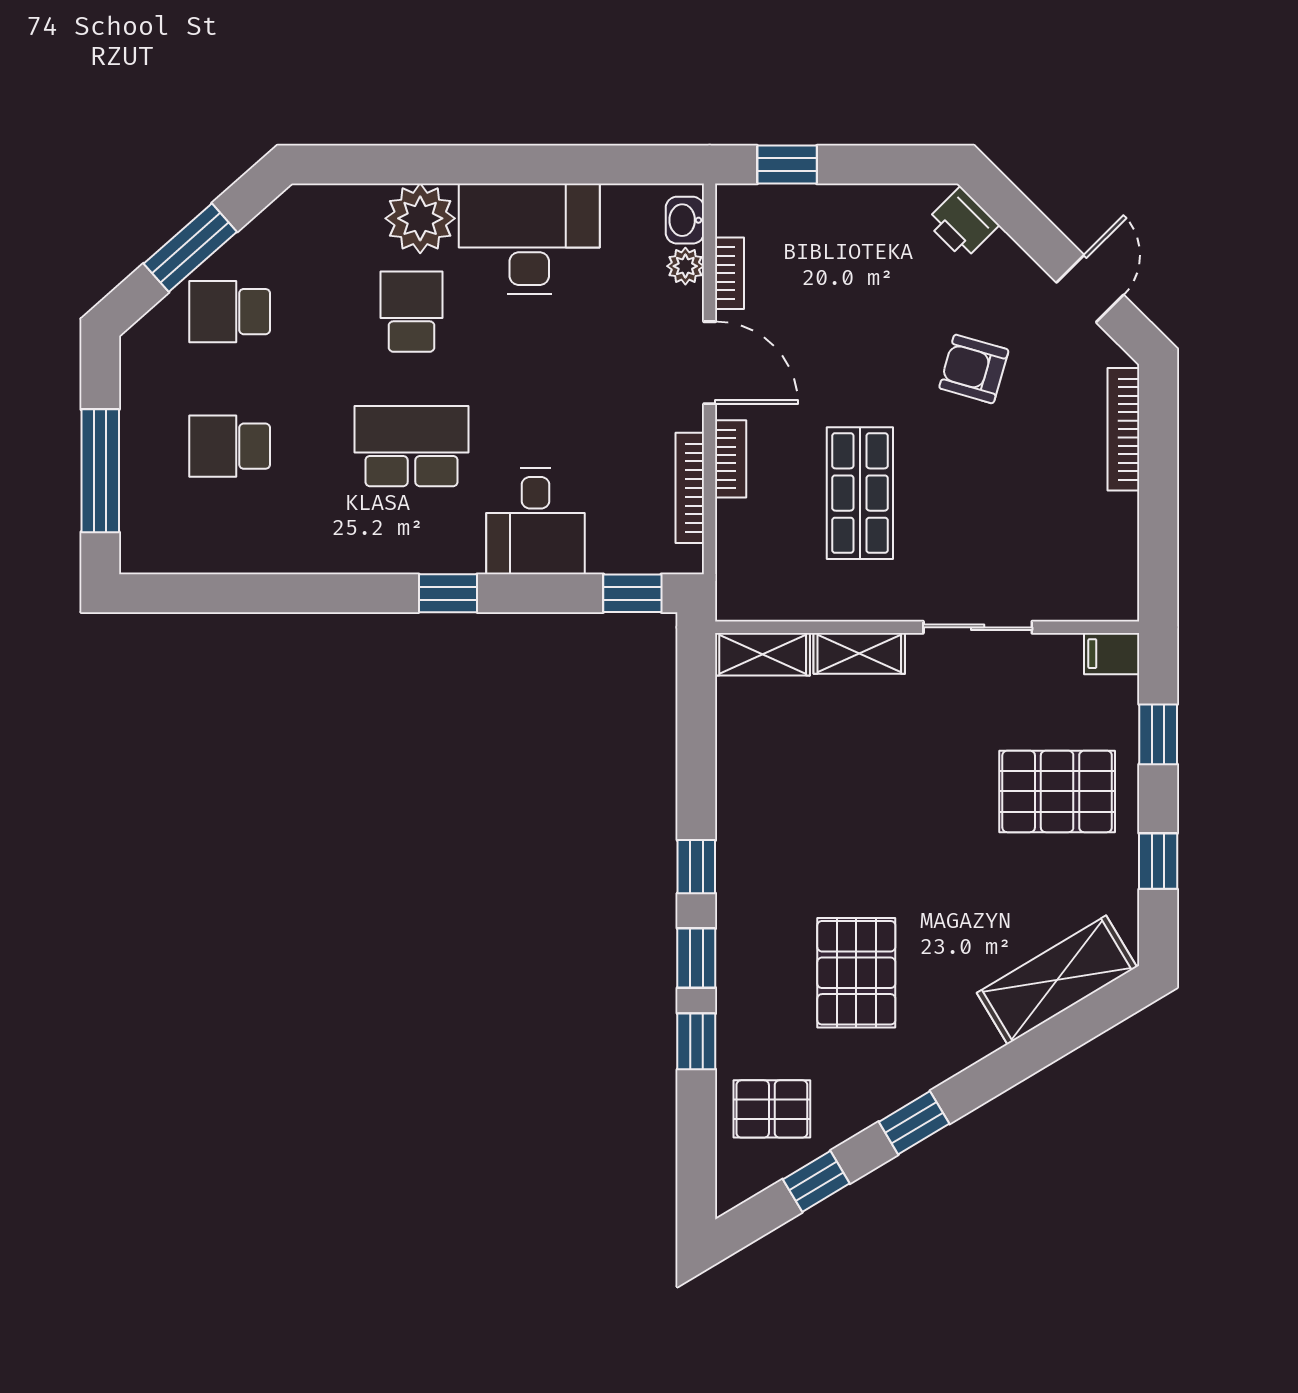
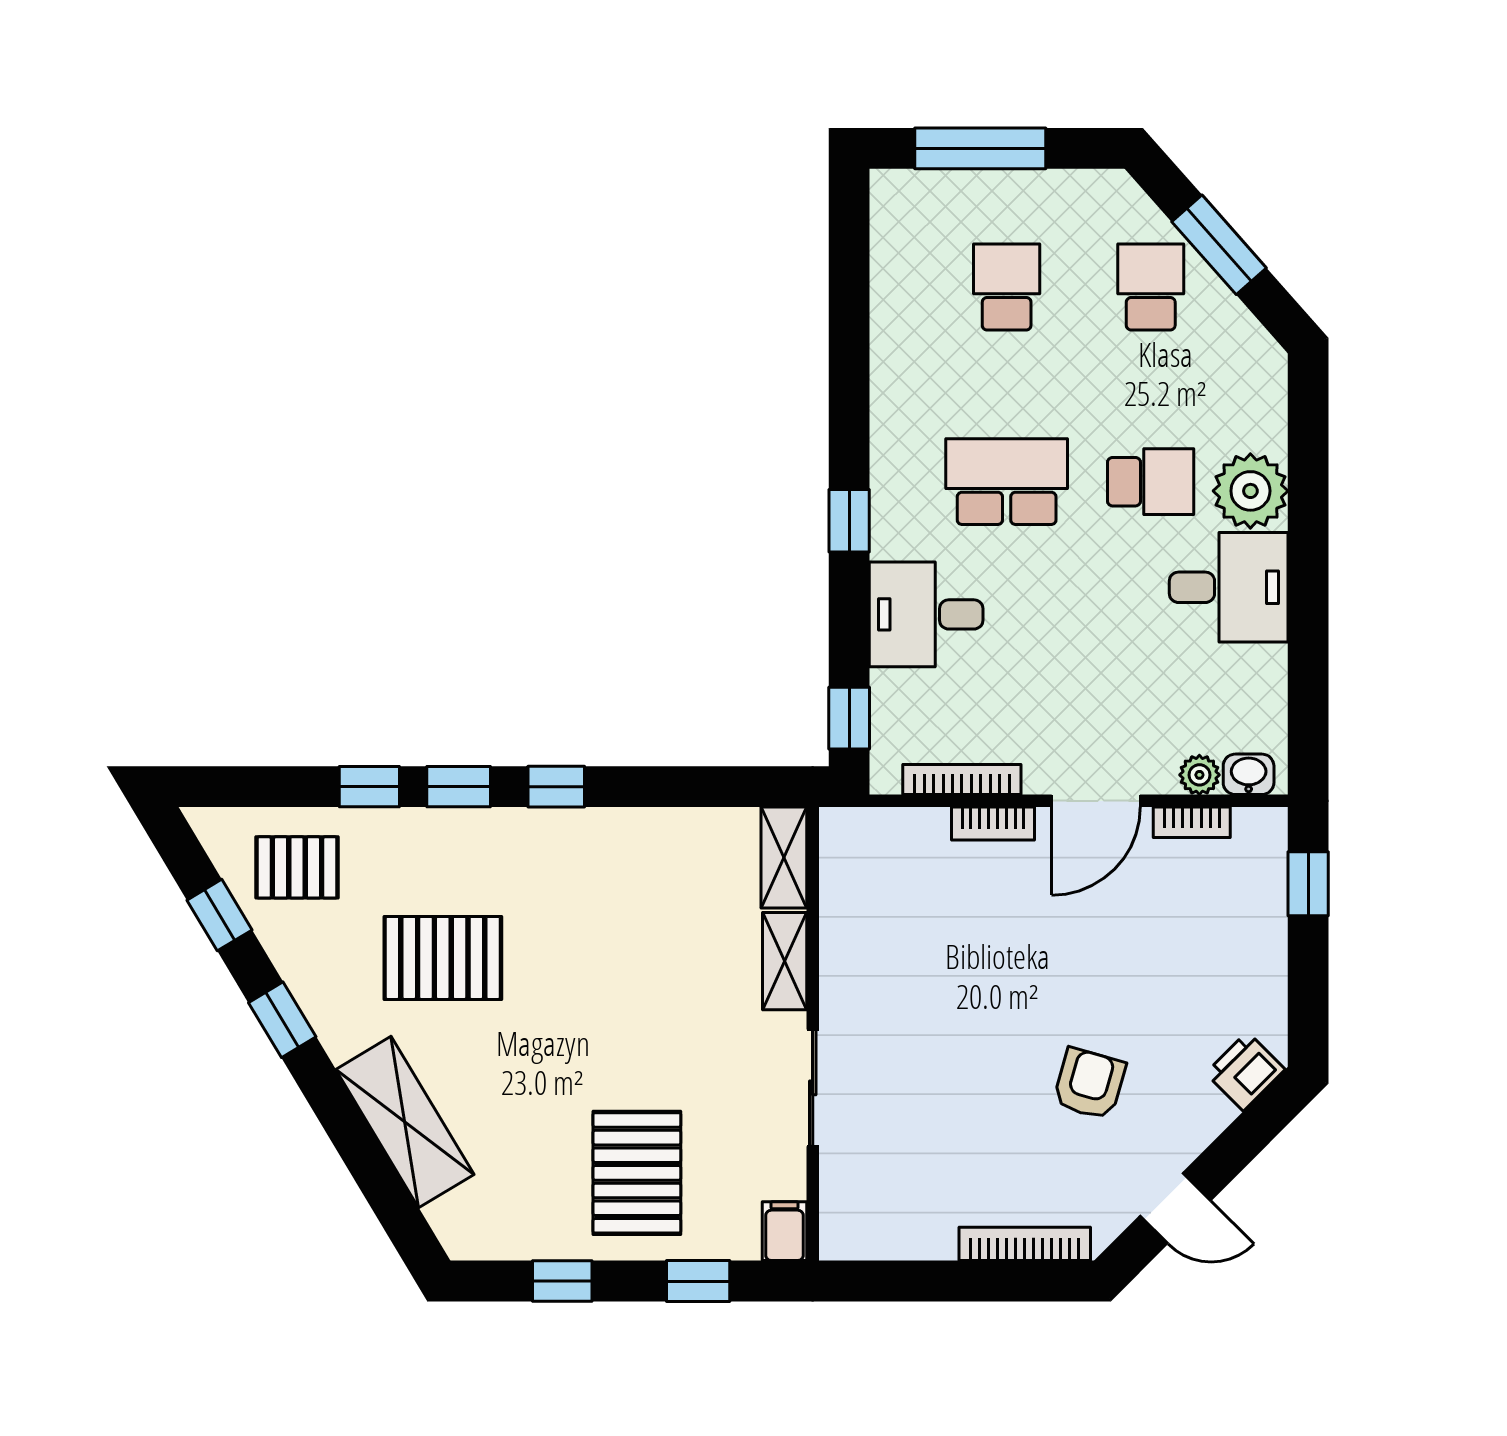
desk: (529, 239) -> (1229, 587), width x0.73
school desk: (412, 446) -> (1007, 482), turned -90
shop shelf: (860, 493) -> (956, 962), removed
shelving: (1057, 980) -> (405, 1122), moved
pallet: (772, 1109) -> (297, 867), turned 90

